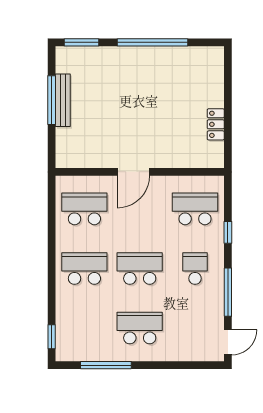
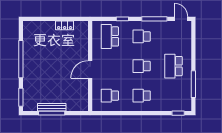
door: (133, 172) -> (90, 69), swing flipped
school desk: (84, 209) -> (110, 96), width x0.54
school desk: (84, 268) -> (142, 96), width x0.54
school desk: (140, 268) -> (142, 66), width x0.54

